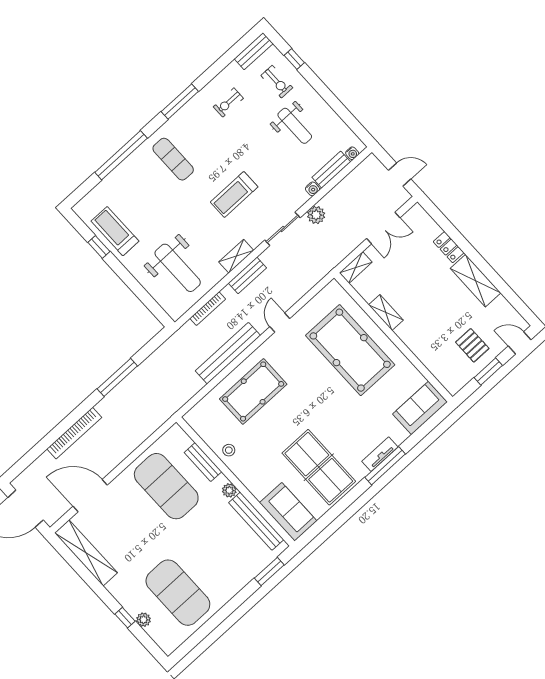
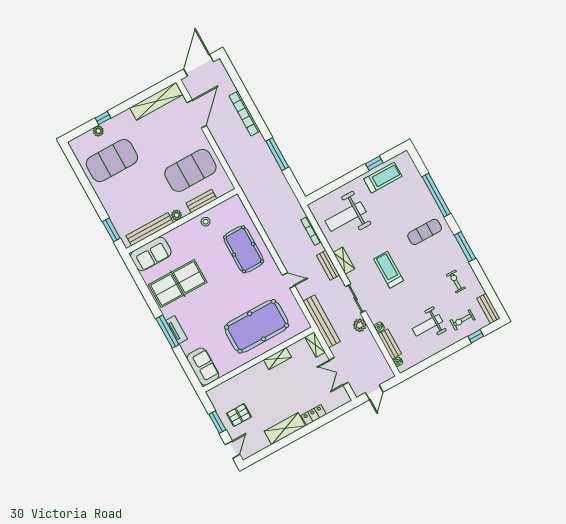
bench: (228, 353) -> (322, 321), moved

